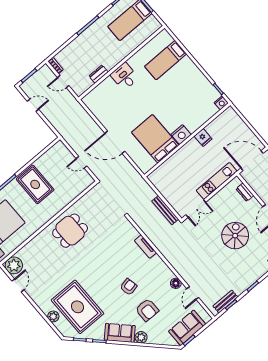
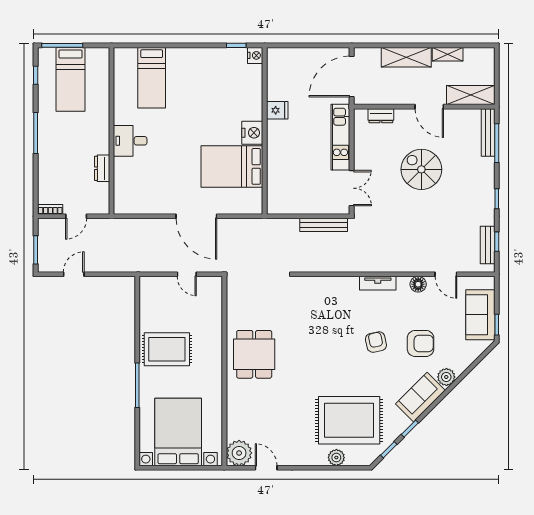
door: (115, 142) -> (196, 216), hinge flipped
door: (81, 162) -> (187, 274), hinge flipped
tv unit: (146, 247) -> (378, 283), moved

